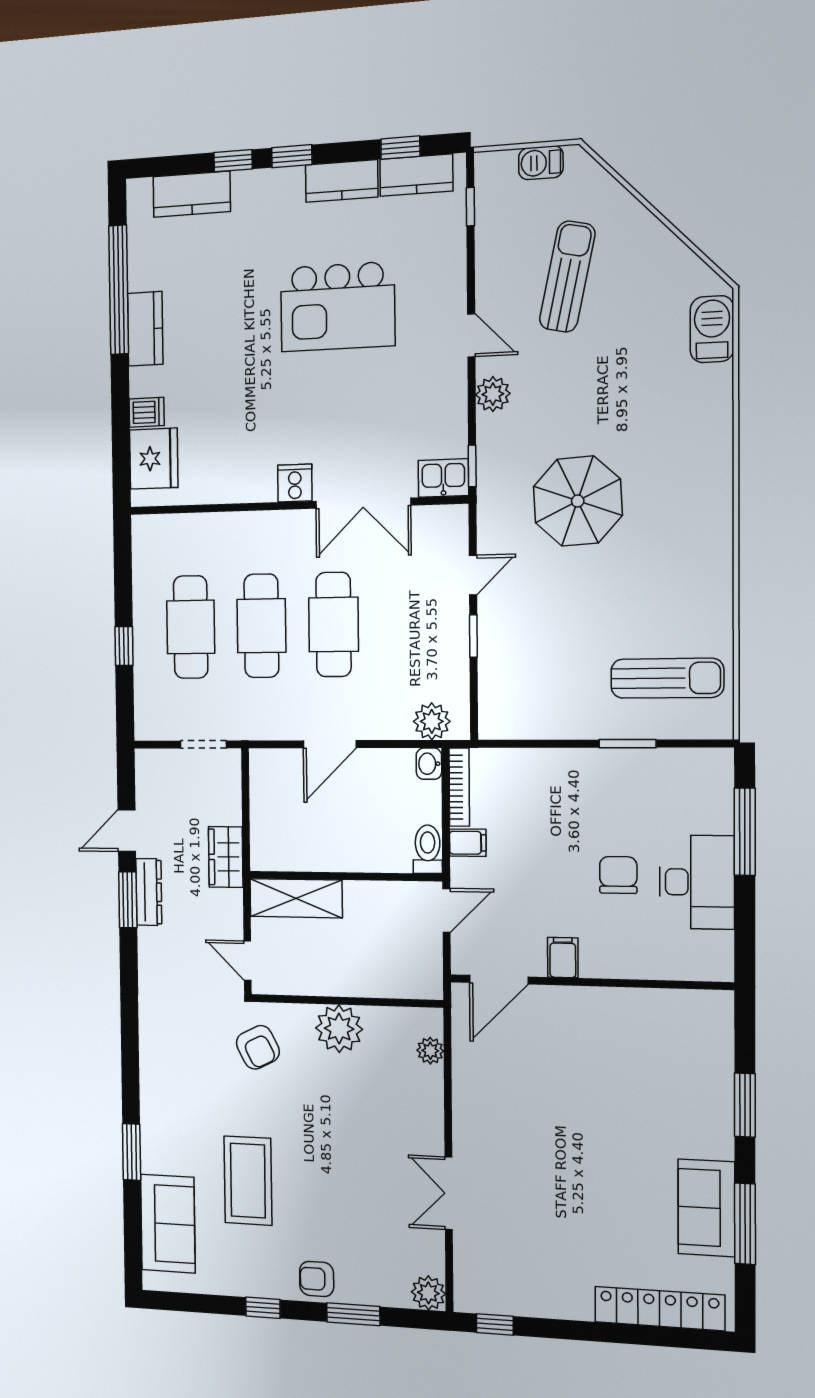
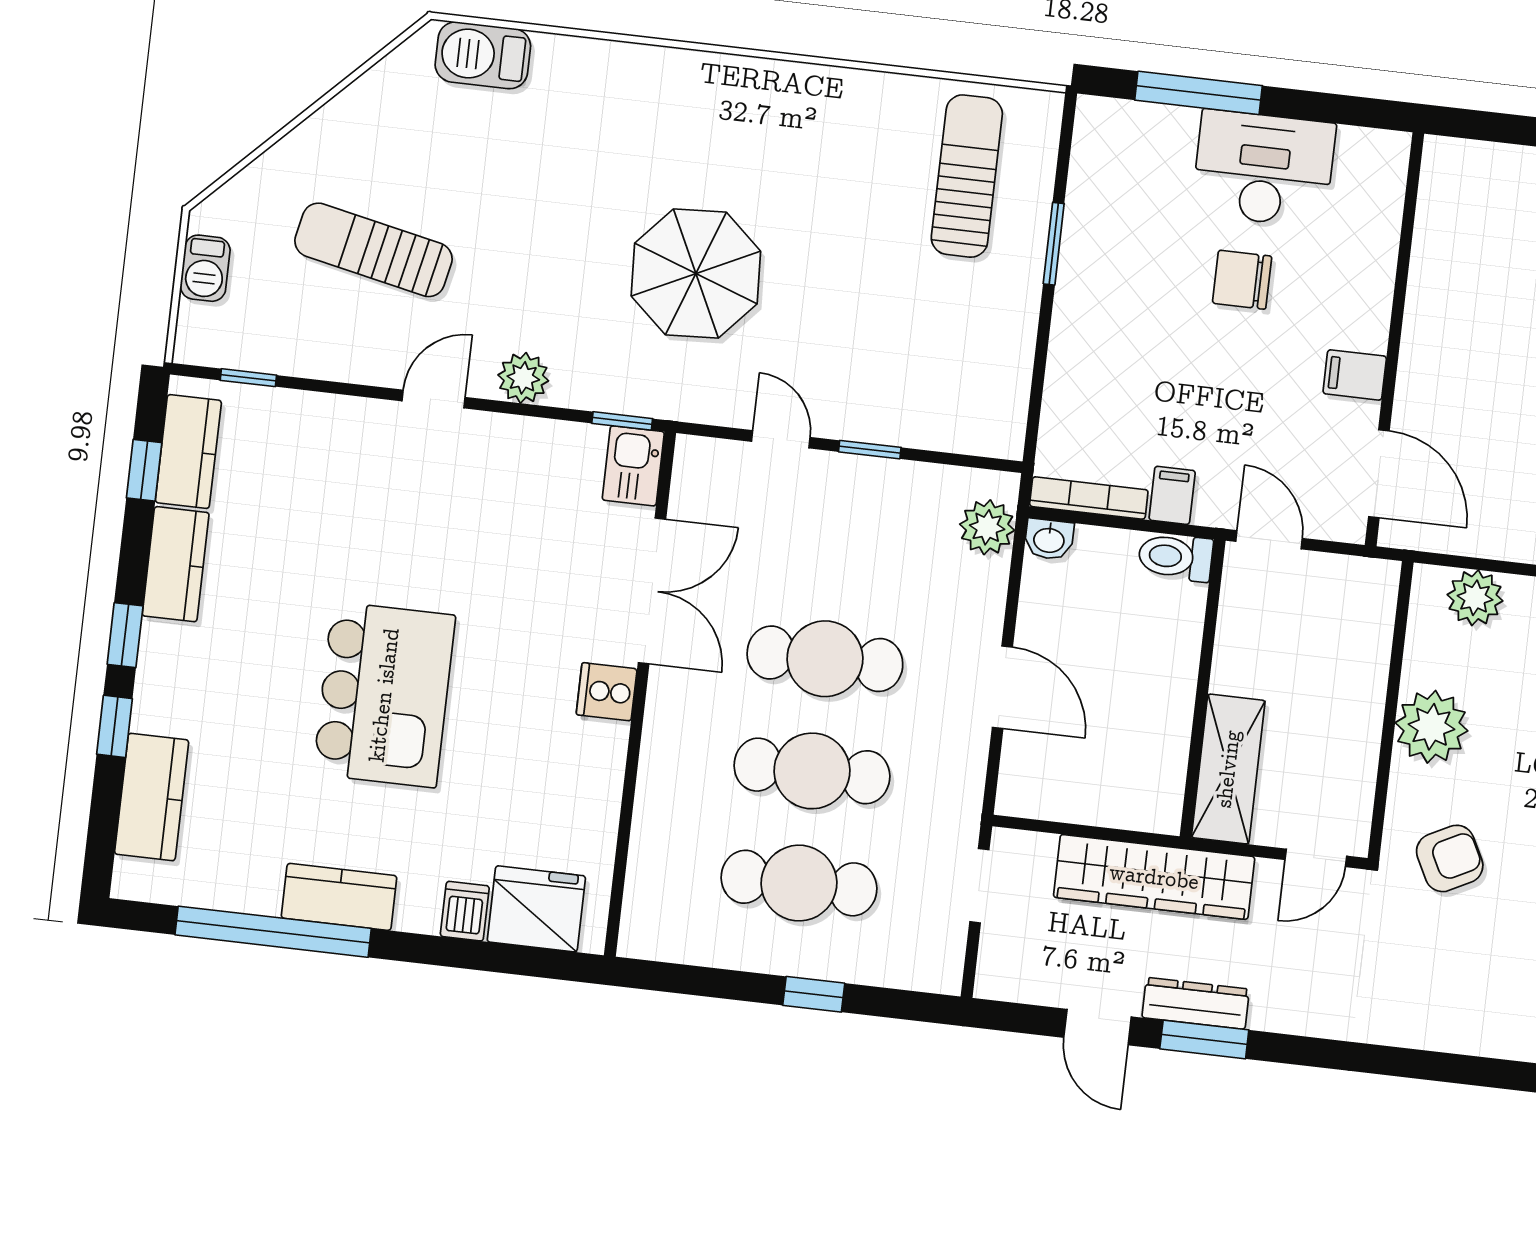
kitchen island: (338, 307) -> (384, 695), moved
wardrobe: (226, 857) -> (1154, 877), width x2.10, depth x1.17
plant: (430, 1051) -> (1475, 598), width x1.38, depth x1.38

